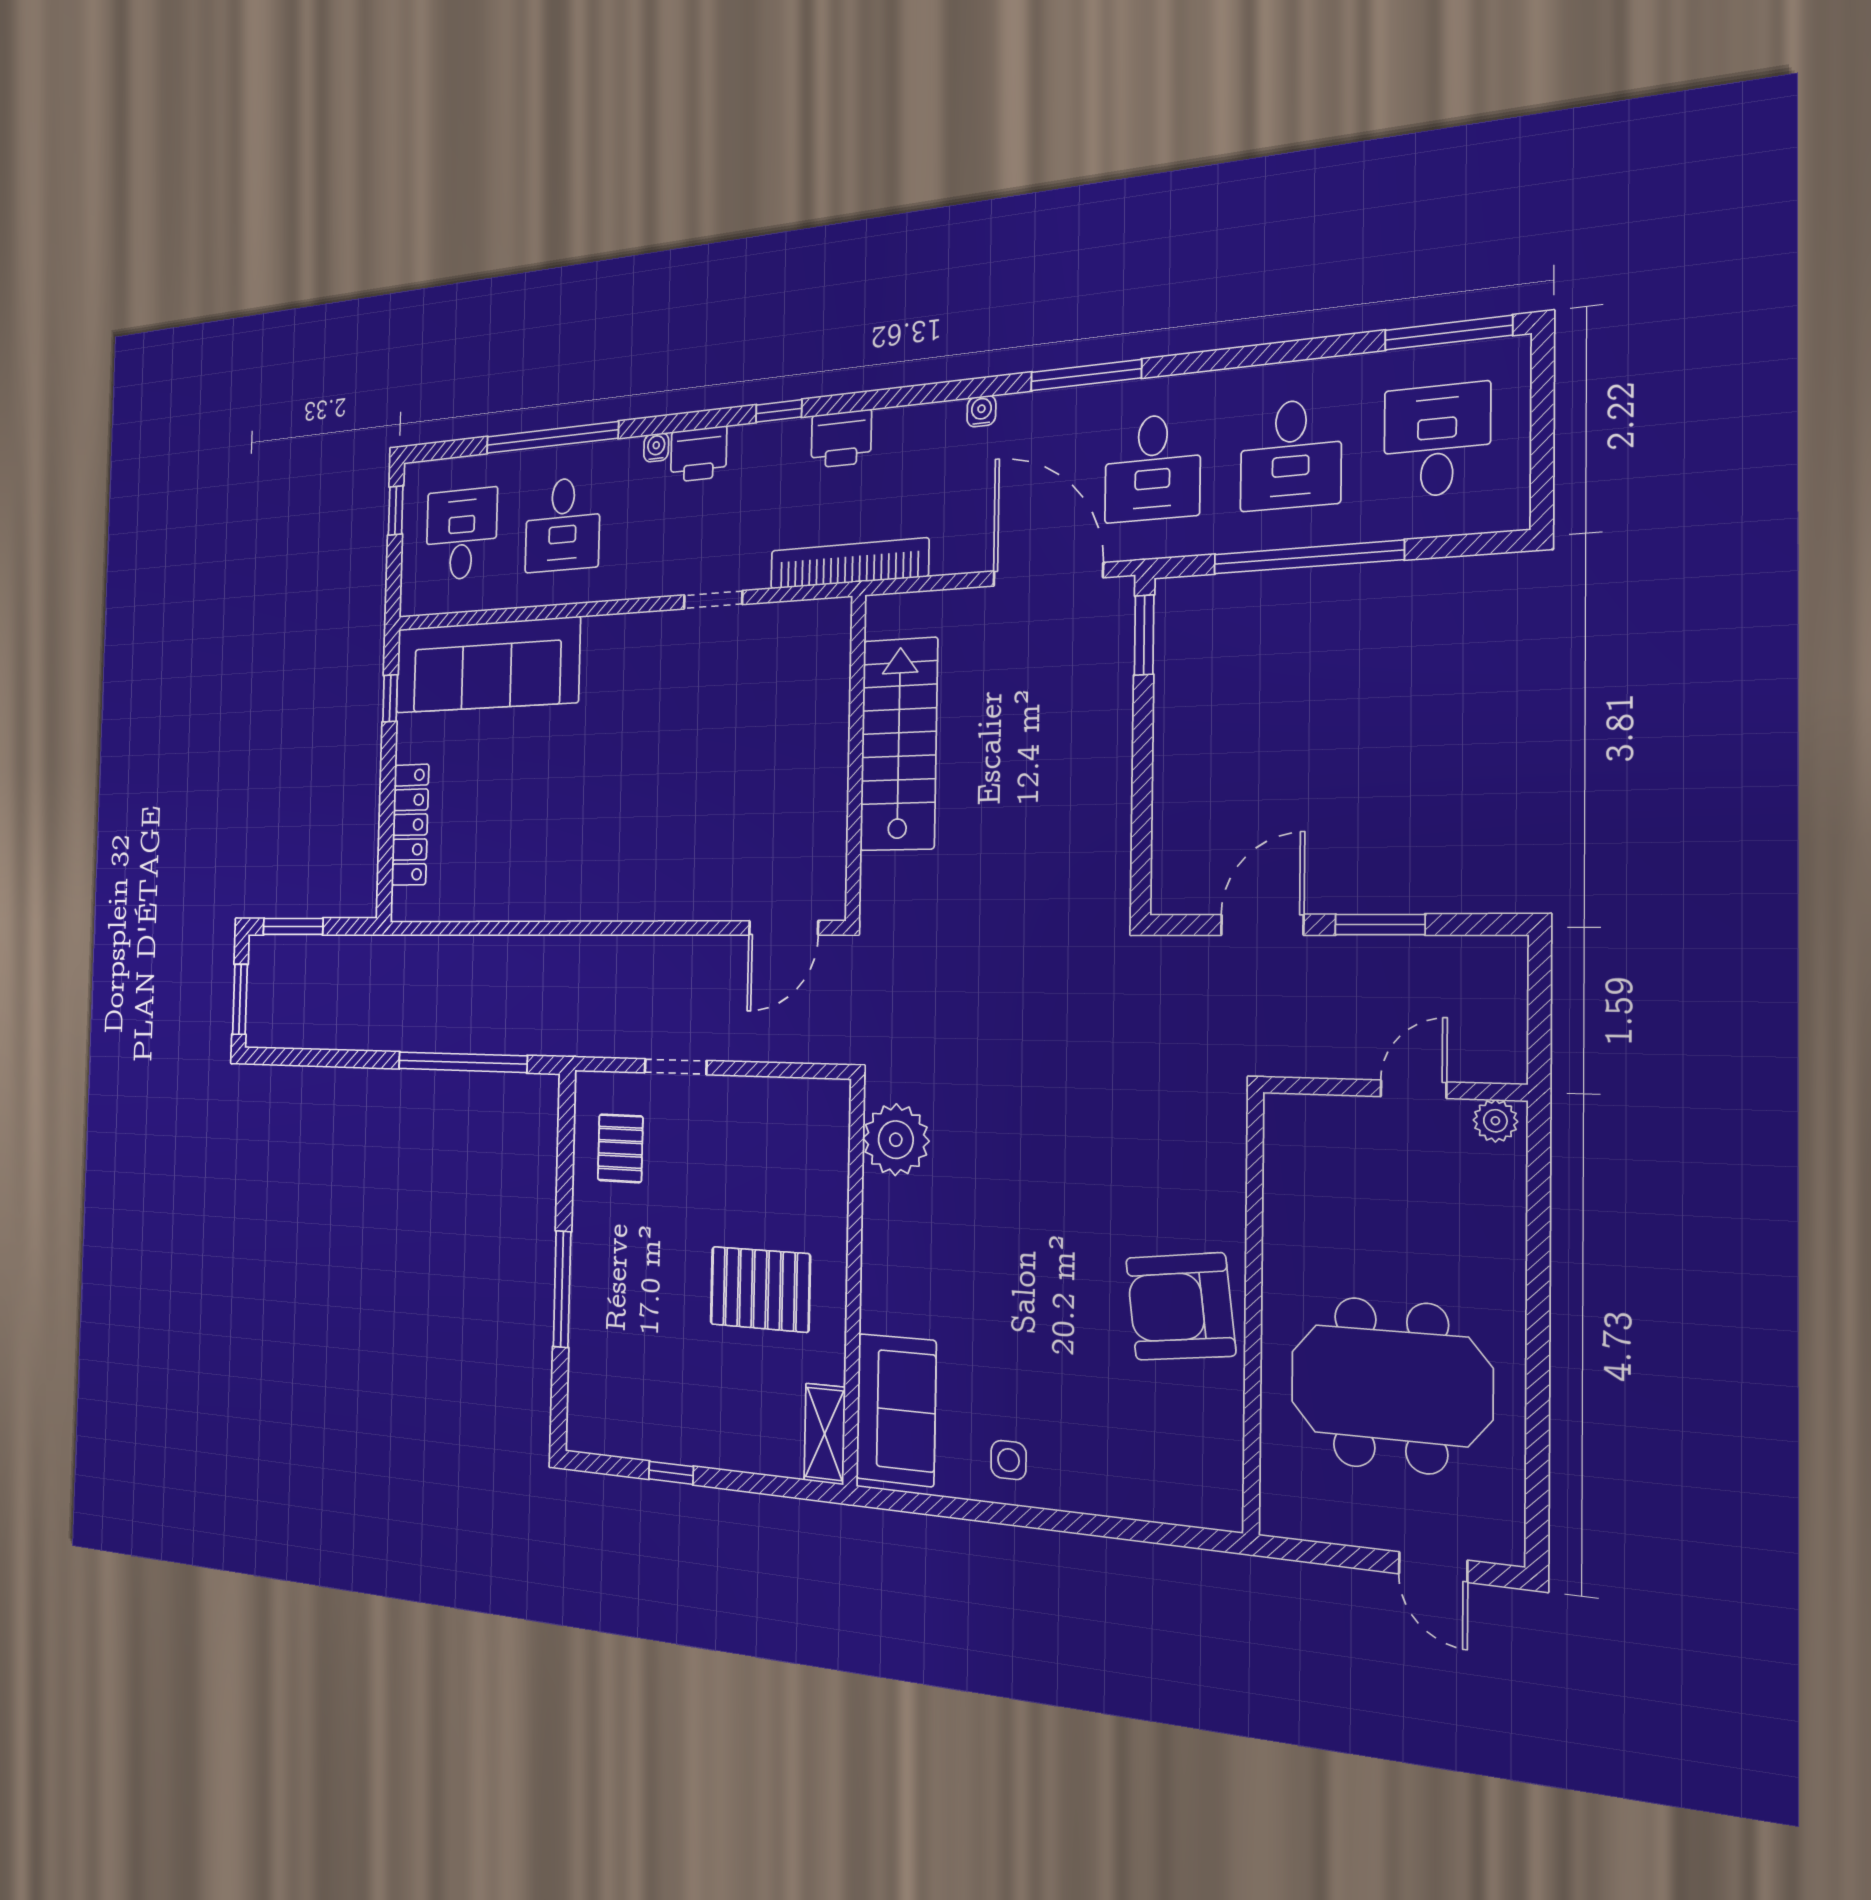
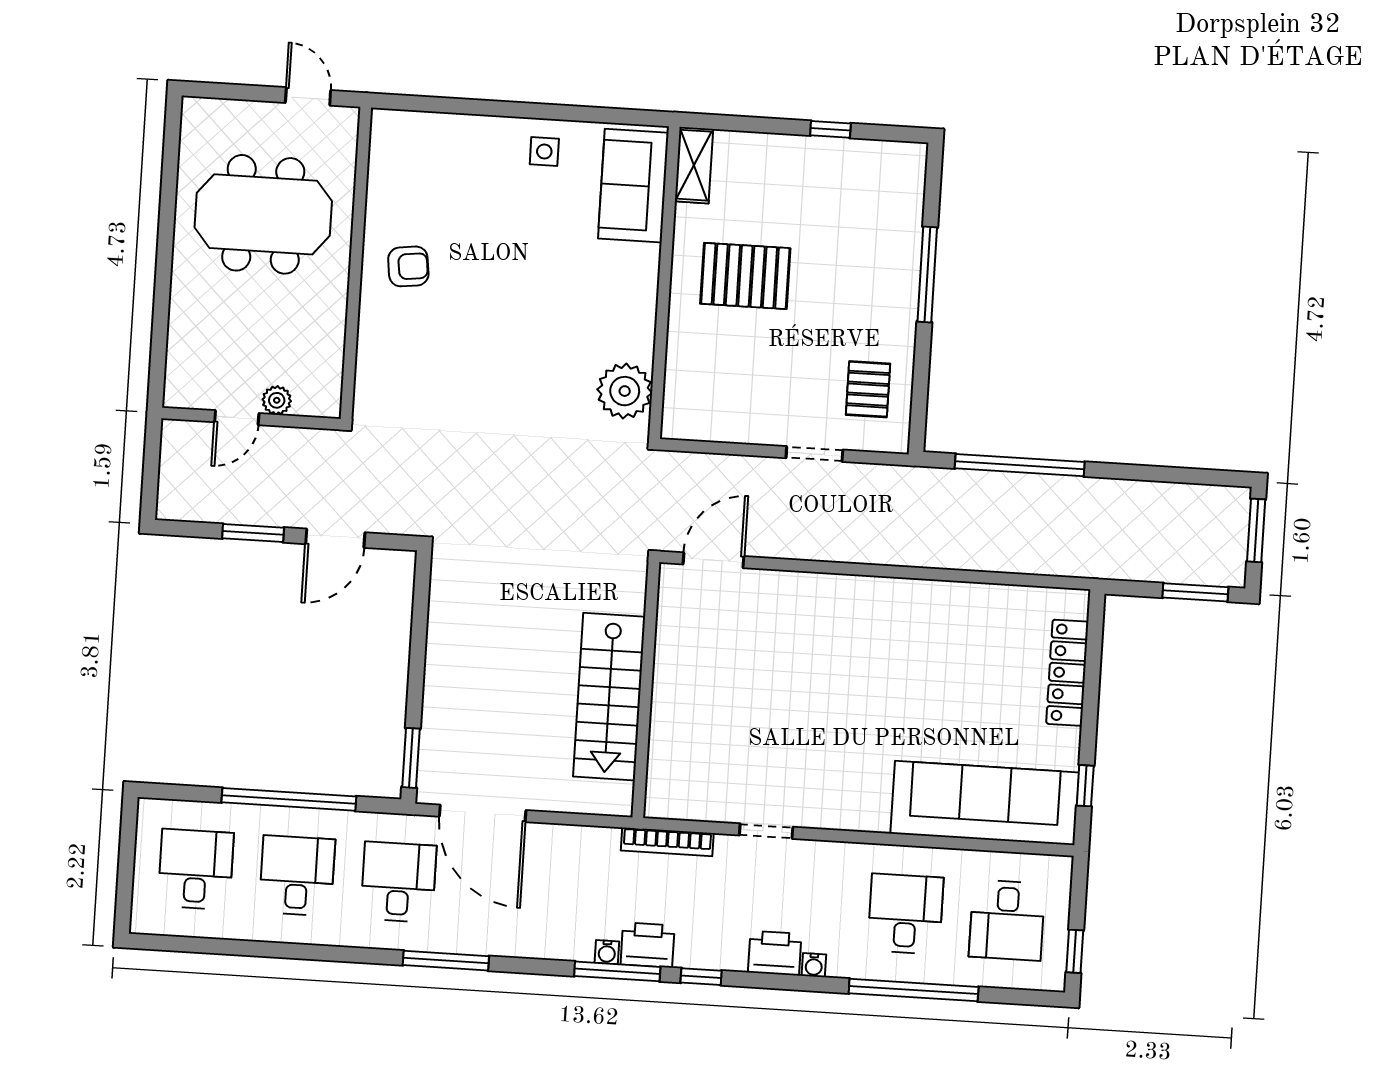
window: (1448, 333) -> (617, 971), moved
water cooler: (981, 411) -> (607, 952), moved
desk: (1437, 440) -> (196, 869), turned 180
bookcase: (849, 564) -> (667, 842), width x0.68, depth x0.76
plant: (1495, 1121) -> (277, 400), moved
armchair: (1180, 1306) -> (408, 266), width x0.53, depth x0.53
door: (1433, 1567) -> (308, 96), moved

